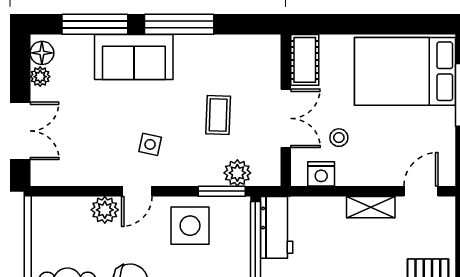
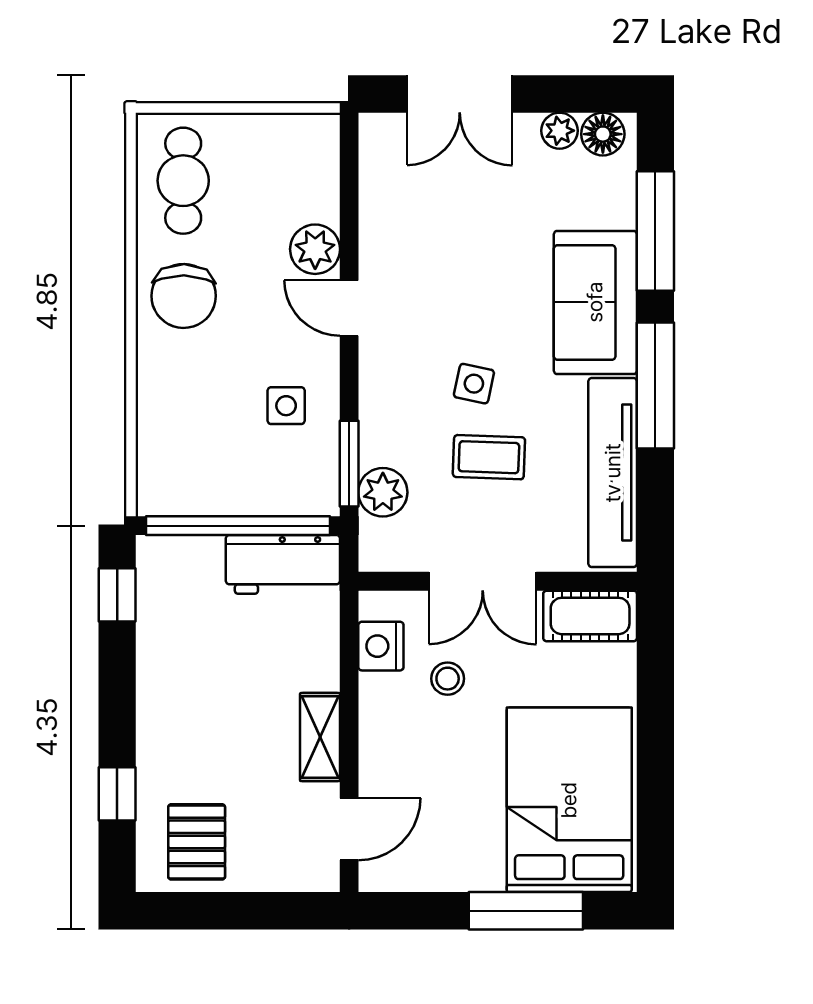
tv unit: (227, 48) -> (613, 473), added
side table: (150, 144) -> (474, 384), moved
door: (421, 191) -> (349, 829), hinge flipped
side table: (190, 226) -> (286, 406), width x0.54, depth x0.54

